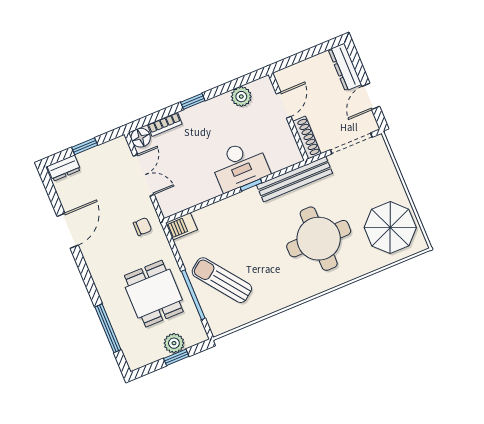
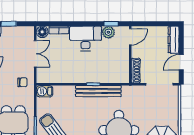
window: (193, 101) -> (111, 24), moved
door: (284, 105) -> (130, 37), moved
desk: (240, 165) -> (85, 38), moved, turned 180
bench: (295, 179) -> (98, 91), moved

